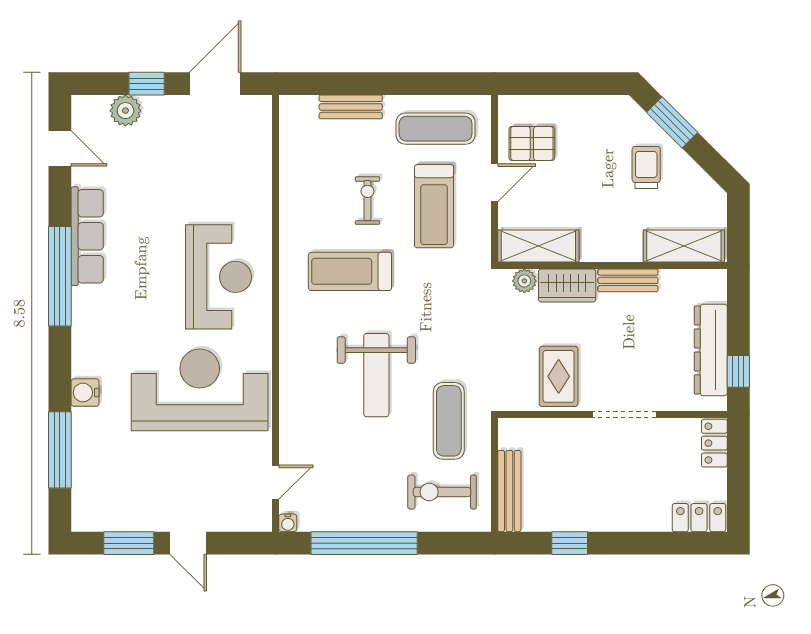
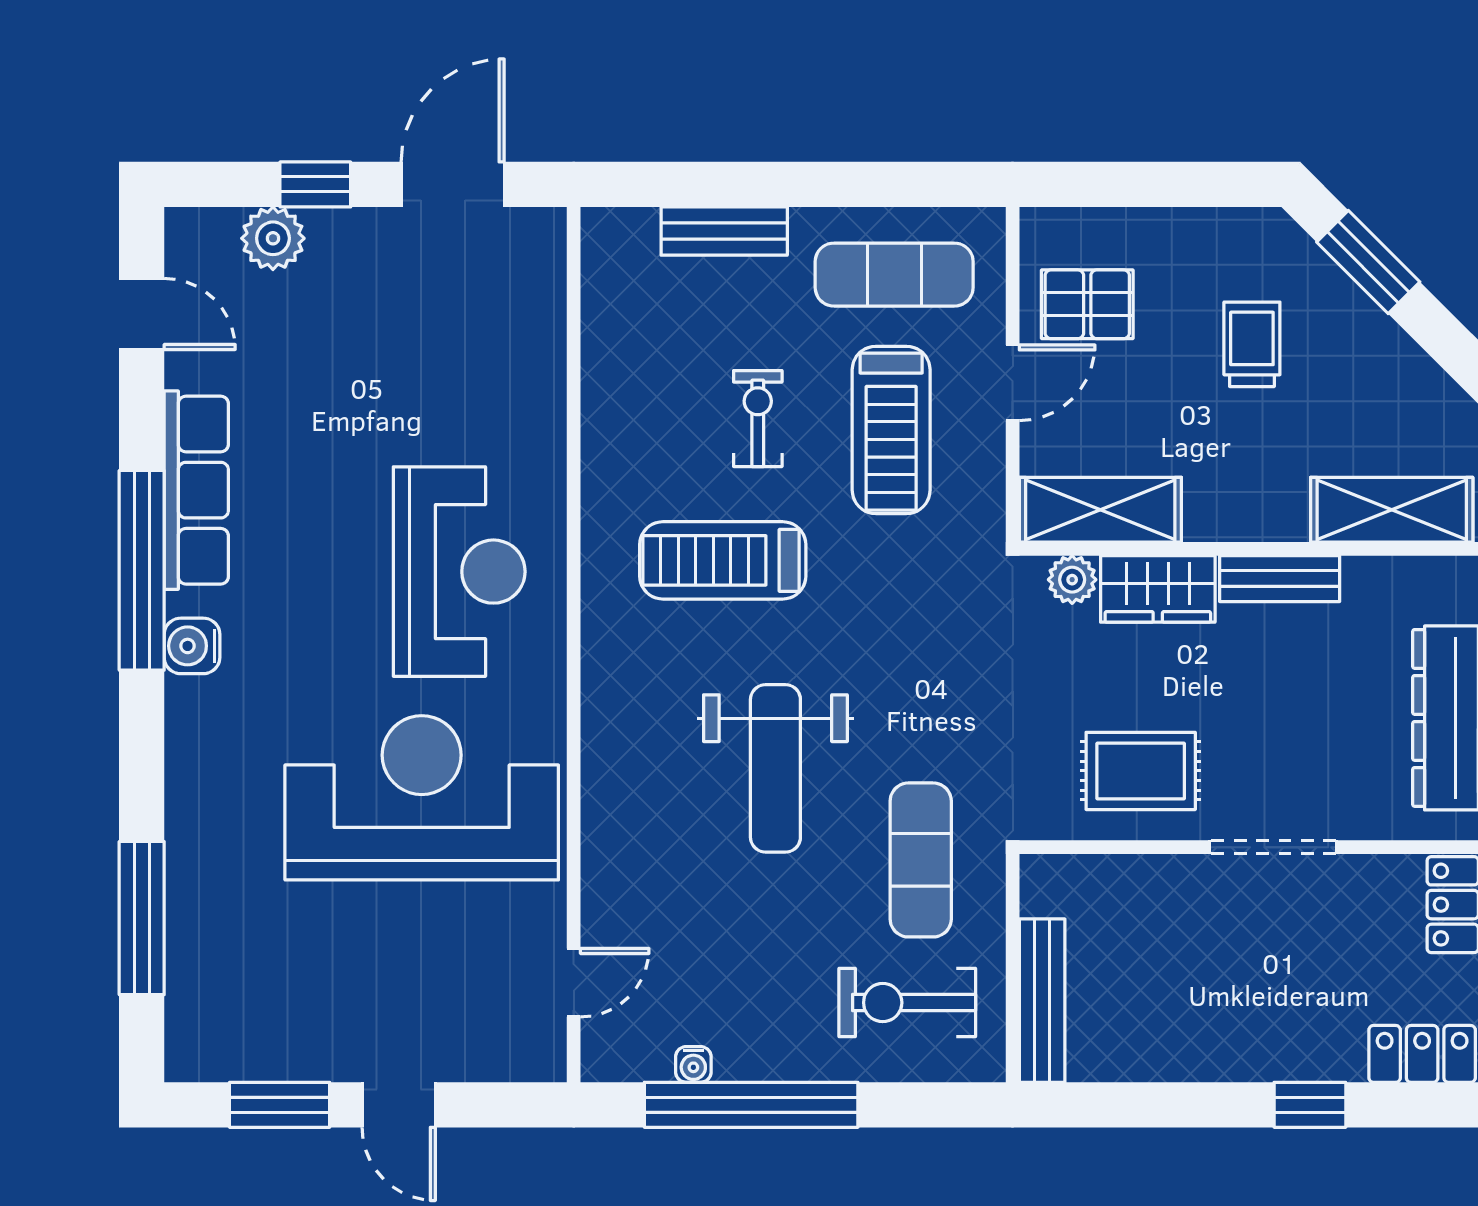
trolley: (646, 167) -> (1252, 344), moved
rug: (559, 376) -> (1141, 771), turned 90
water cooler: (85, 393) -> (192, 646), moved
water cooler: (288, 523) -> (693, 1064), moved
window: (570, 543) -> (1310, 1105), moved

